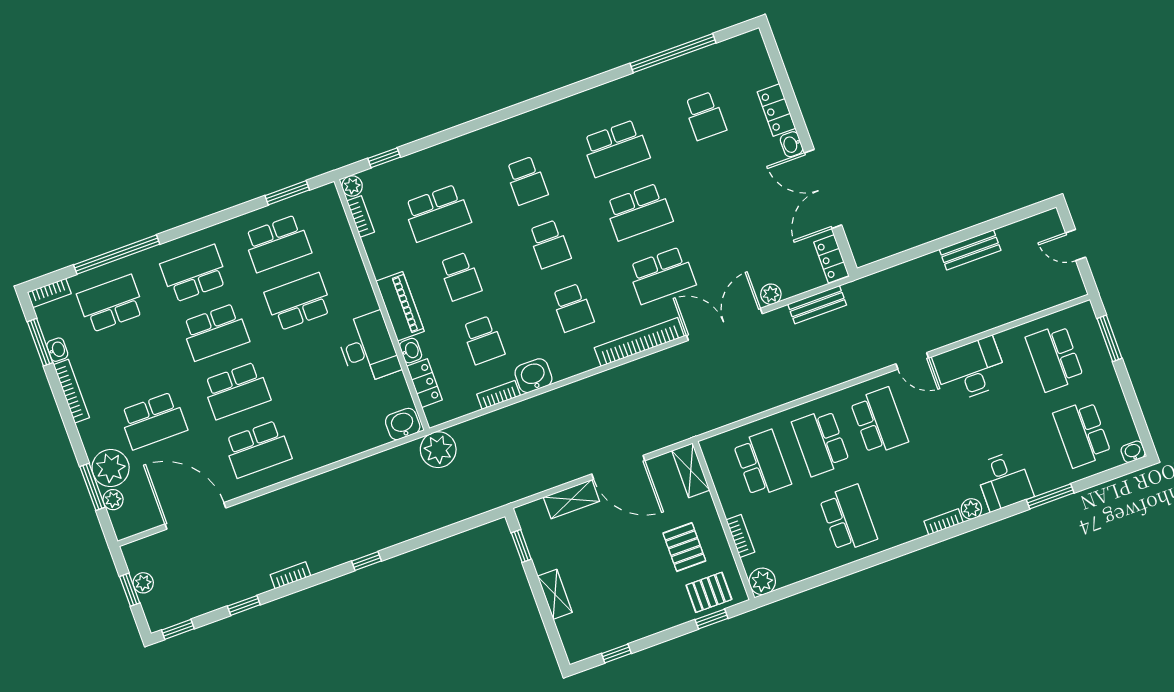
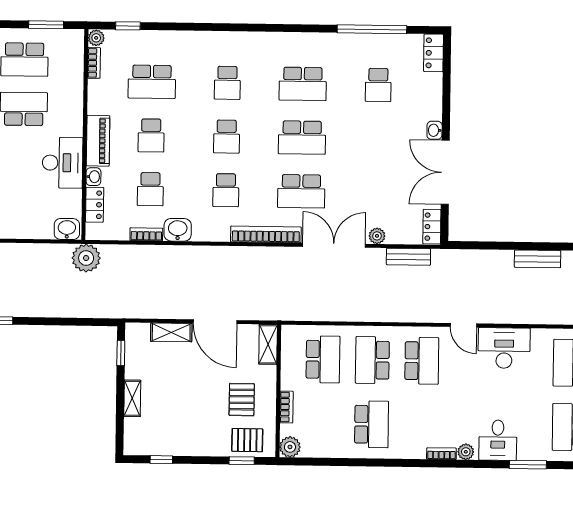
locker: (776, 110) -> (433, 53), moved

